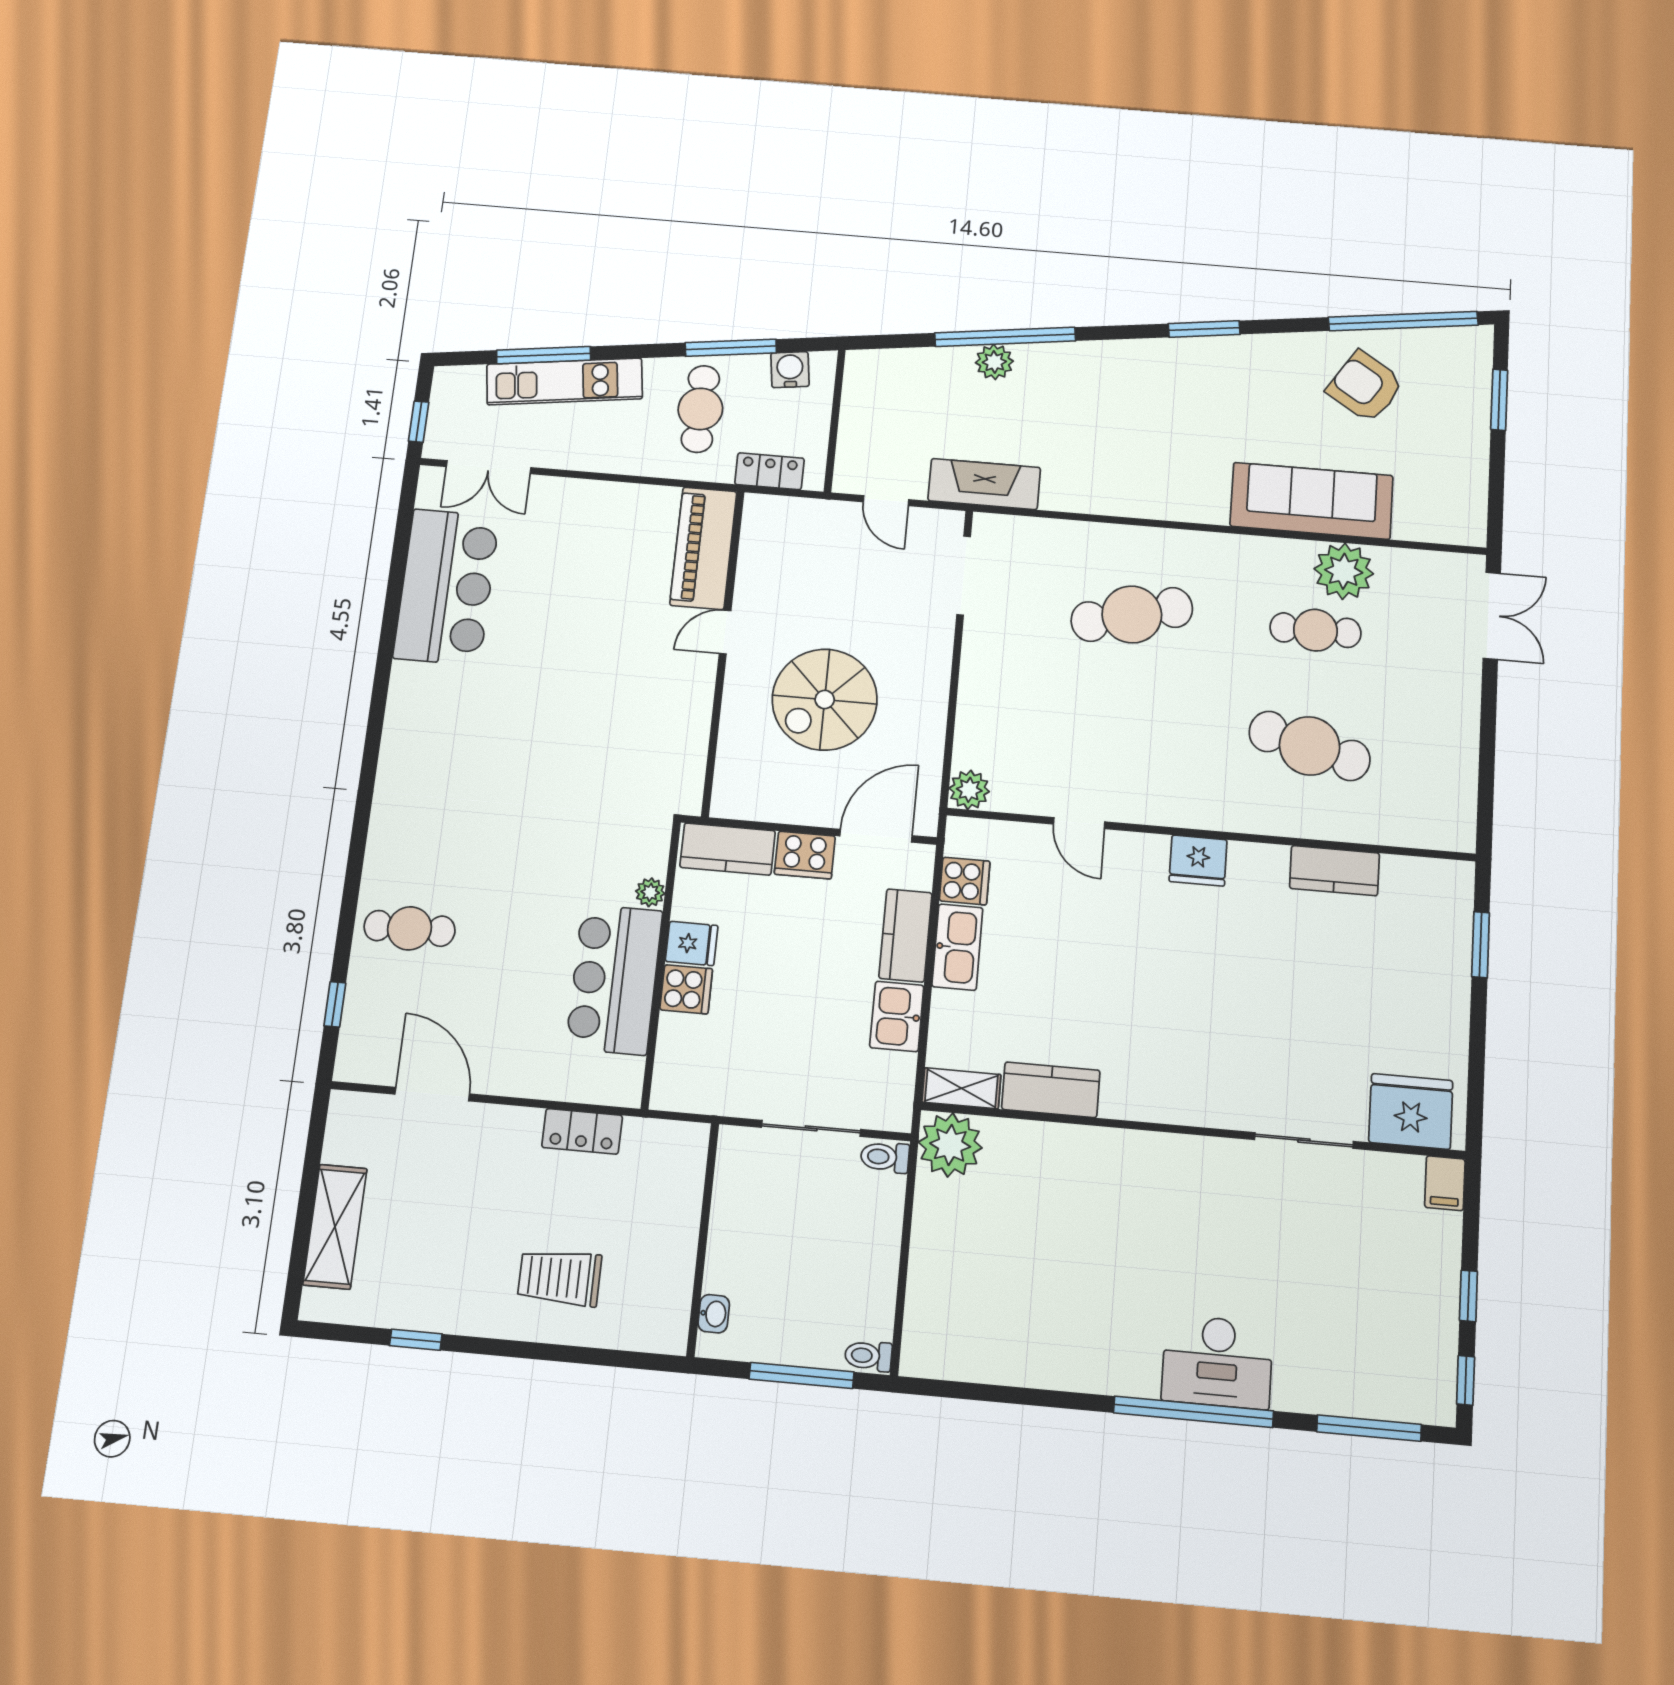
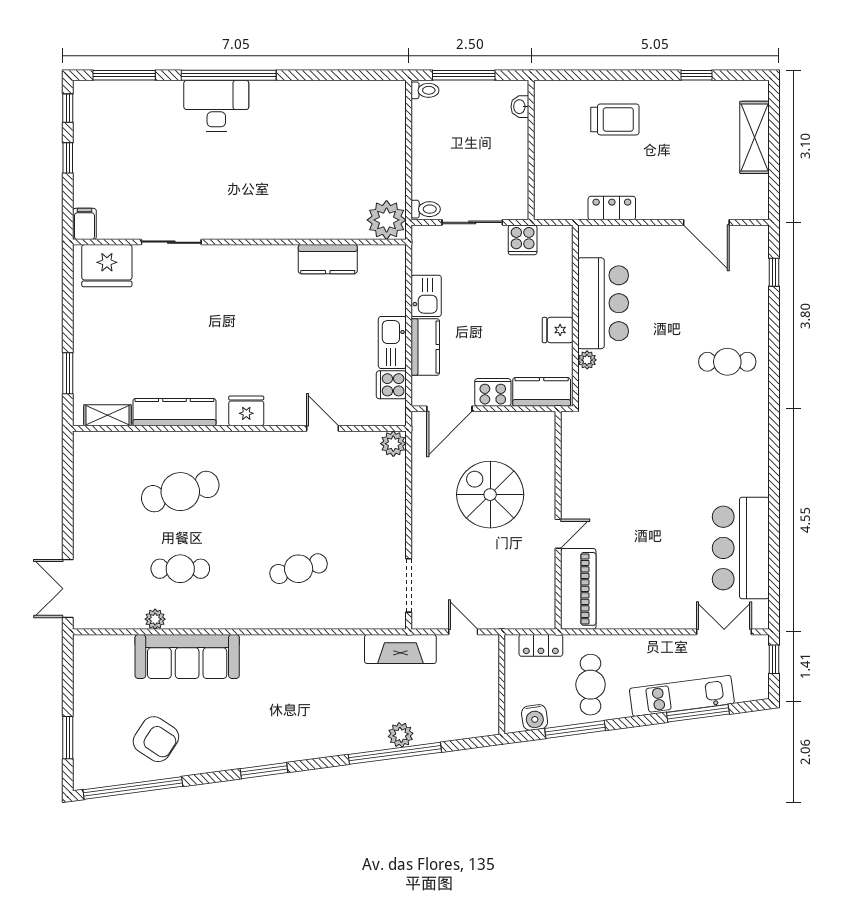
plant: (1344, 571) -> (155, 619), width x0.53, depth x0.53
cafe table: (1132, 615) -> (299, 569), width x0.73, depth x0.74
spiral stairs: (825, 700) -> (490, 495), turned -90
cafe table: (1310, 746) -> (180, 492), turned -30
kitchen counter: (1334, 871) -> (174, 412), width x1.50
cafe table: (409, 928) -> (727, 362), moved
cooker: (686, 989) -> (523, 240), moved, turned -90
shelving: (961, 1088) -> (108, 415), moved

